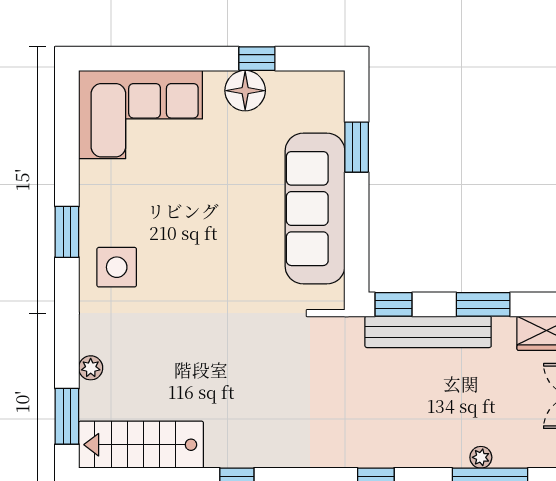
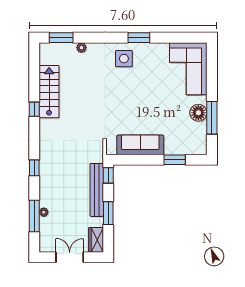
window: (257, 59) -> (212, 118), width x2.17
sofa: (315, 209) -> (140, 145), width x0.74, depth x0.79
stairs: (141, 445) -> (49, 92), moved

